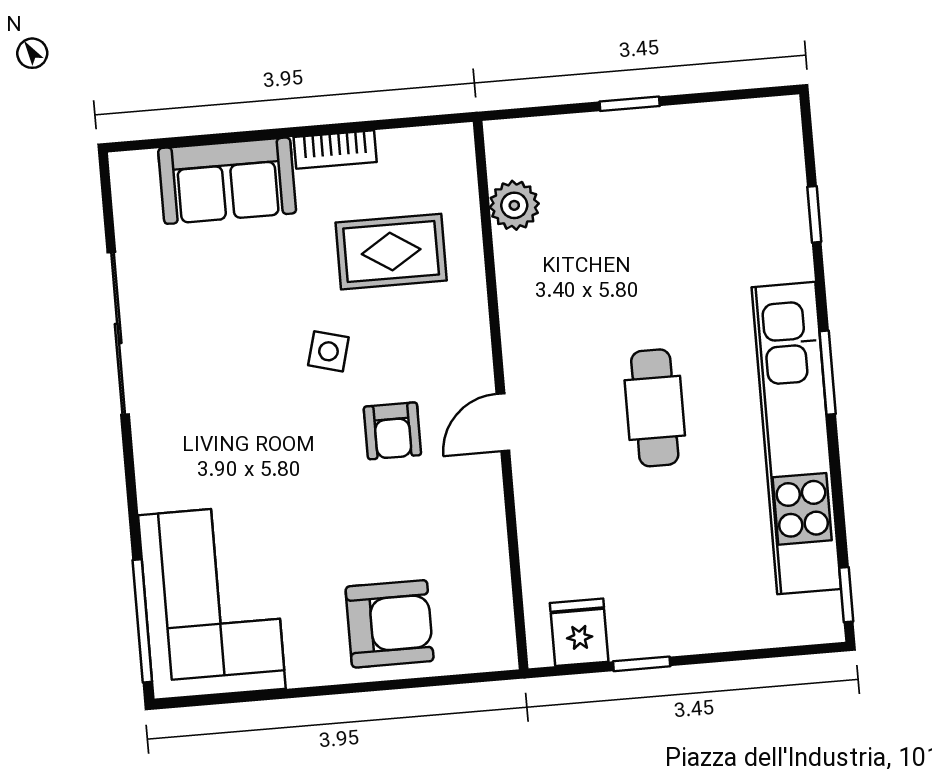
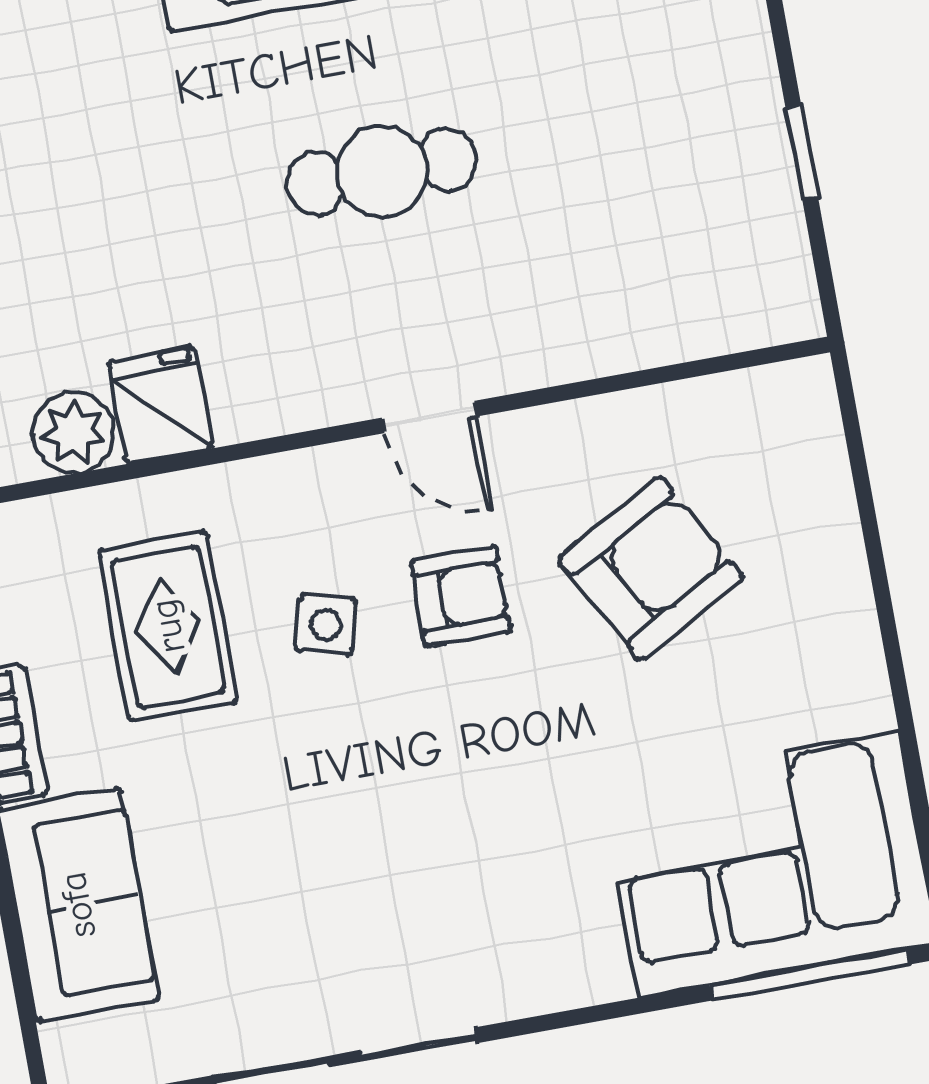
side table: (328, 351) -> (326, 625), moved
armchair: (390, 624) -> (650, 568), moved, turned 61
fridge: (579, 632) -> (160, 405), moved, turned 90

